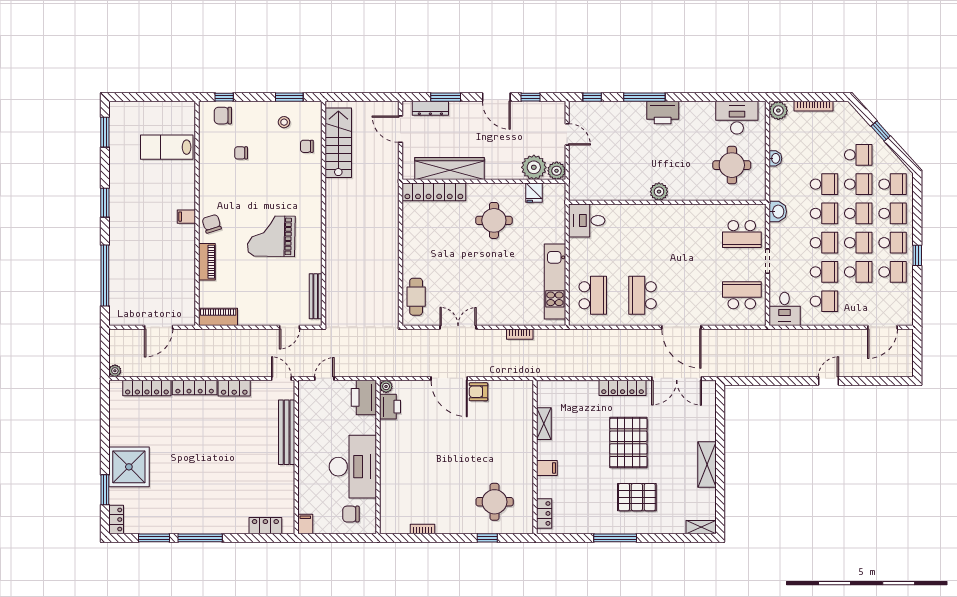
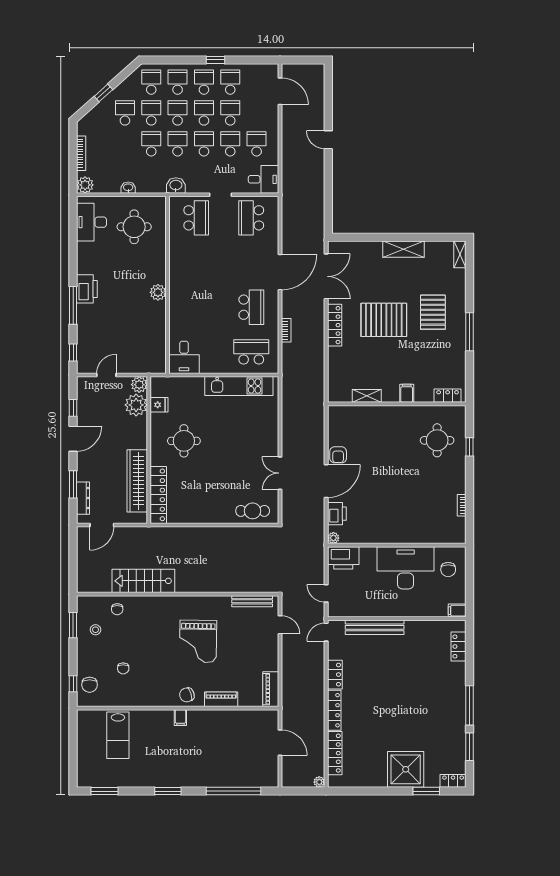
stairs: (338, 143) -> (143, 581), moved
school desk: (642, 295) -> (251, 307), turned -90
bookcase: (520, 334) -> (286, 330), moved
printer: (390, 407) -> (337, 514), moved, turned 90

